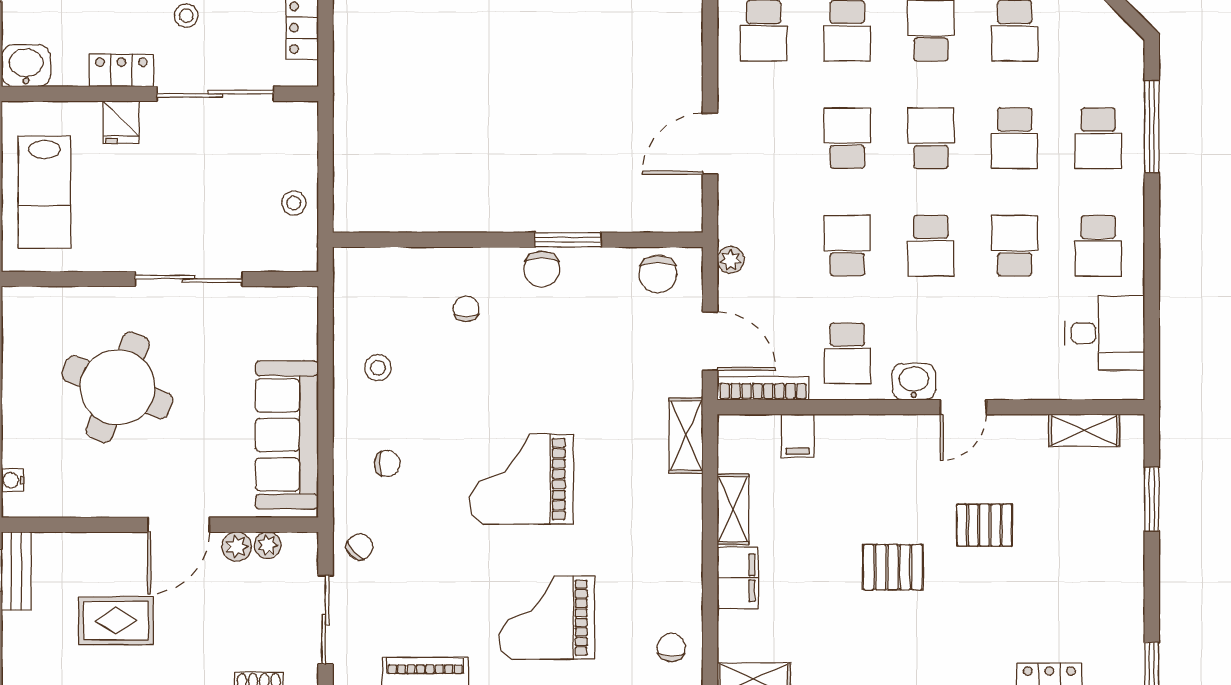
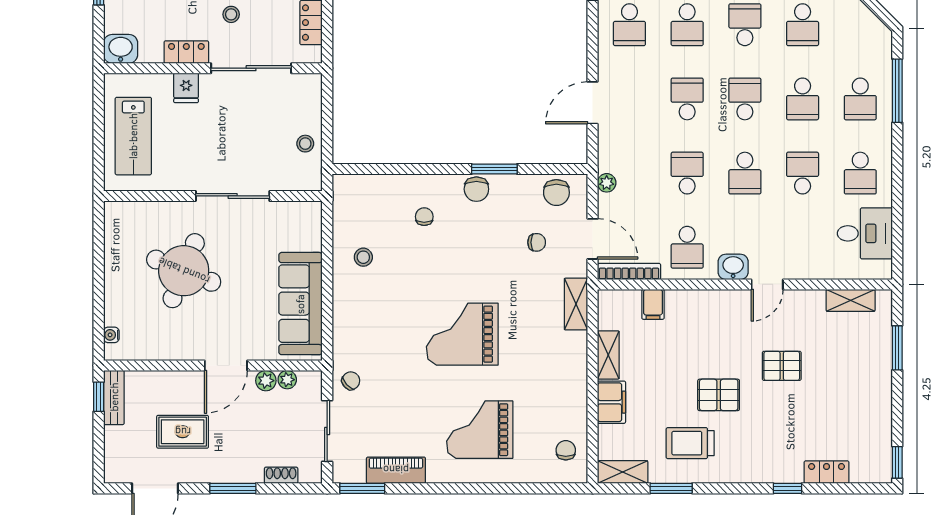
chair: (387, 463) -> (537, 242), moved
trolley: (852, 637) -> (690, 443), added

